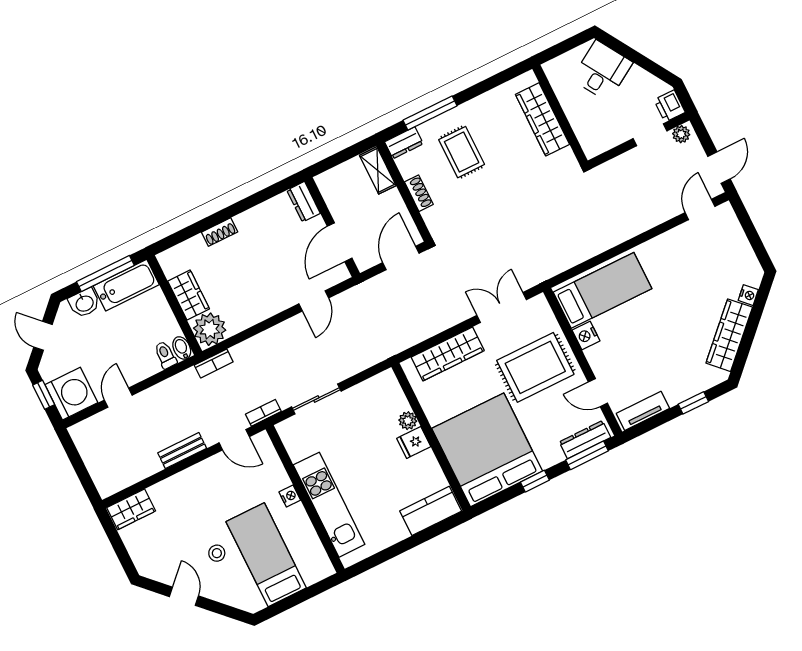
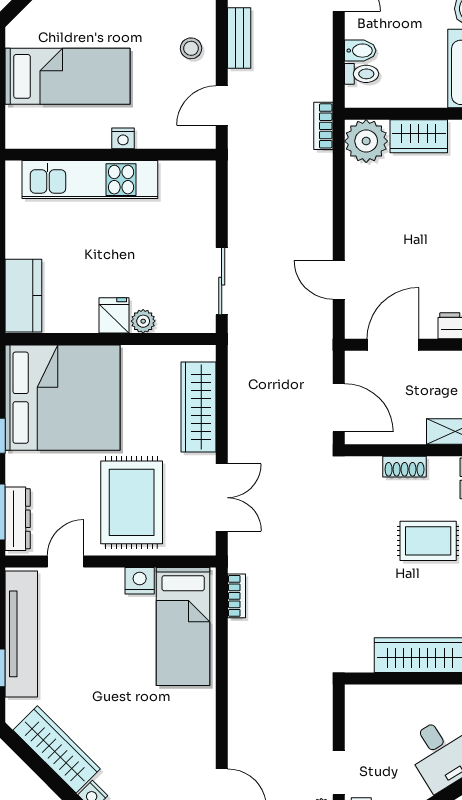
door: (340, 242) -> (393, 345), hinge flipped
bidet: (182, 348) -> (360, 51), moved
sliding door: (316, 399) -> (222, 281), moved
tv unit: (643, 411) -> (21, 634), width x1.92, depth x1.29
bookcase: (263, 413) -> (236, 596), moved
stool: (217, 553) -> (191, 48), moved

